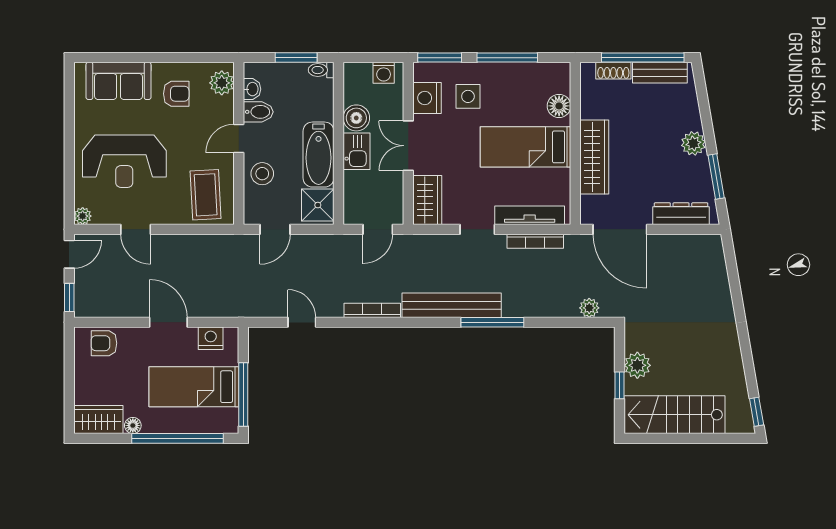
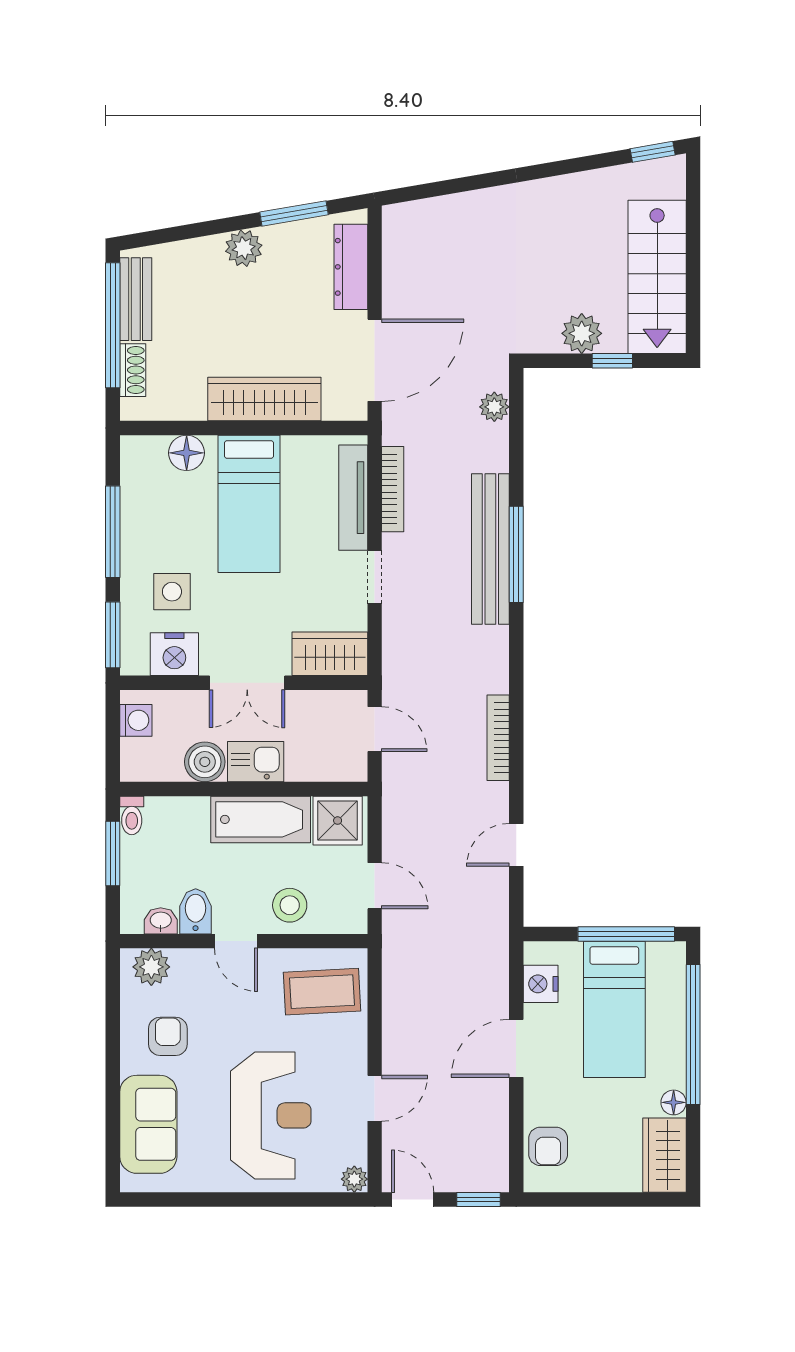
bench: (452, 305) -> (490, 549), moved

